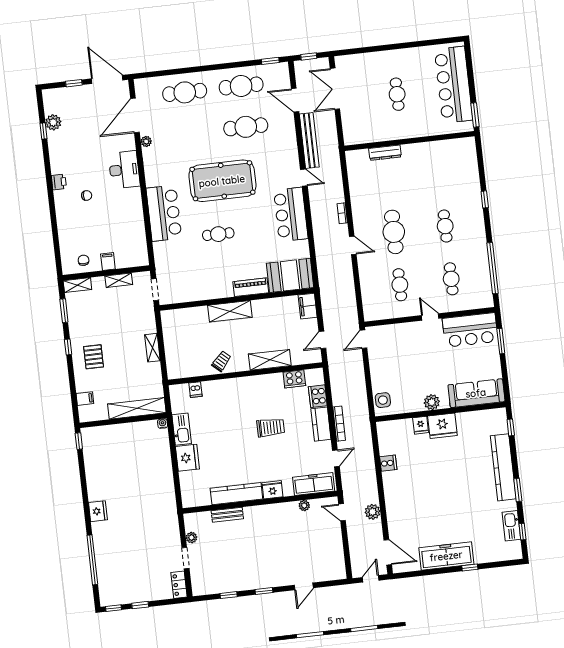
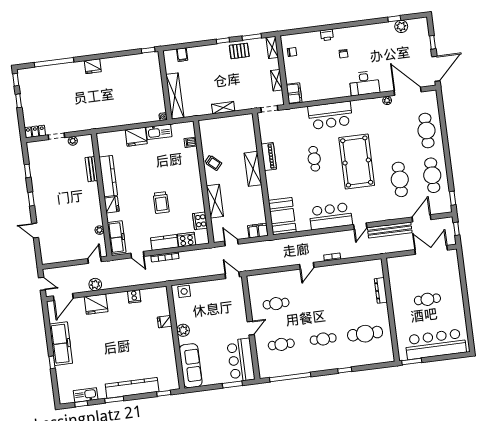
printer: (59, 182) -> (327, 35), moved
cafe table: (394, 232) -> (365, 334), moved
filing cabinet: (108, 261) -> (294, 93), moved, width x2.00
piano: (251, 287) -> (269, 157), moved
pallet: (94, 357) -> (239, 51), moved
fridge: (442, 426) -> (96, 304), moved, turned -90

